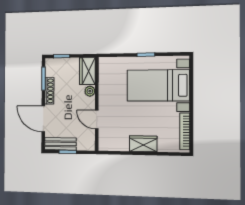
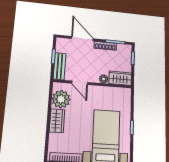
door: (43, 119) -> (82, 39), hinge flipped
door: (97, 120) -> (80, 83), swing flipped
plant: (118, 140) -> (61, 99), added
bench: (60, 144) -> (60, 66), moved

